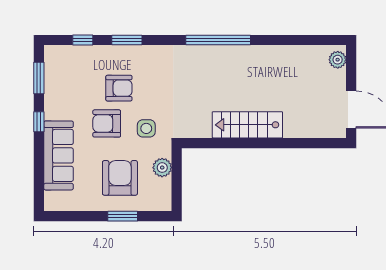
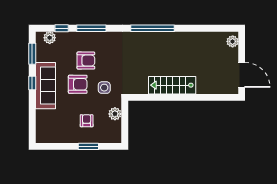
window: (127, 40) -> (91, 28), width x1.44
plant: (65, 54) -> (50, 38), added
armchair: (107, 123) -> (78, 84), turned 180
sofa: (59, 155) -> (45, 86), moved
armchair: (120, 178) -> (87, 121), width x0.53, depth x0.53

